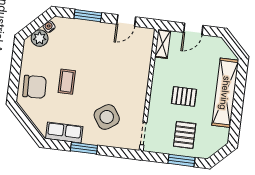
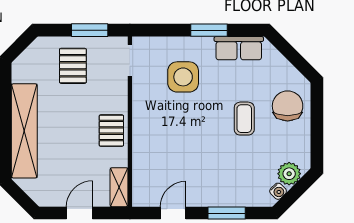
chair: (35, 87) -> (288, 106), turned 92
pallet: (184, 96) -> (111, 131), moved, turned 90
side table: (107, 117) -> (183, 77), turned 34
window: (181, 160) -> (90, 30), moved

